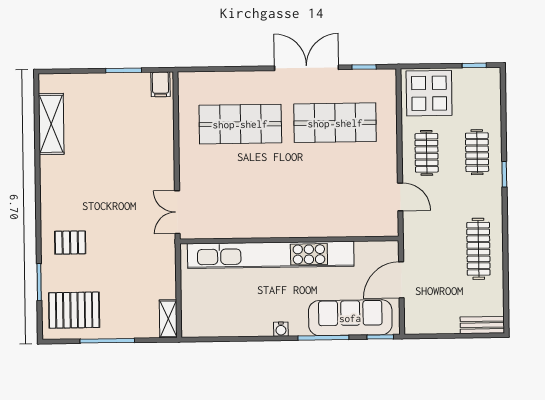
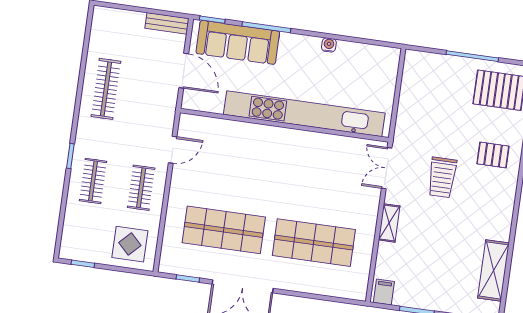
display table: (429, 93) -> (130, 244), width x0.73, depth x0.73
door: (400, 197) -> (173, 150), swing flipped
trolley: (119, 211) -> (442, 177), added
double door: (177, 212) -> (387, 168), swing flipped
door: (401, 280) -> (184, 71), hinge flipped
shelving: (168, 319) -> (389, 223), moved
bench: (482, 325) -> (167, 23), moved
water cooler: (281, 329) -> (329, 45), moved

